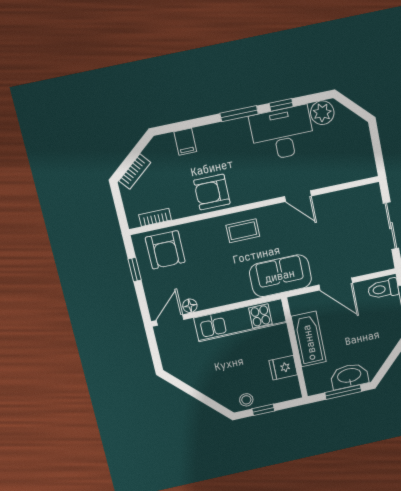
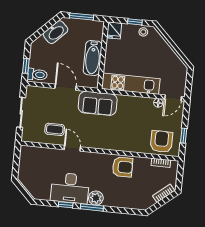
plant: (322, 113) -> (96, 198), moved
filing cabinet: (185, 142) -> (128, 201), removed
coffee table: (243, 231) -> (55, 129), moved
fridge: (283, 368) -> (114, 30), moved, turned 90
washbasin: (349, 376) -> (56, 32), moved, turned -45

